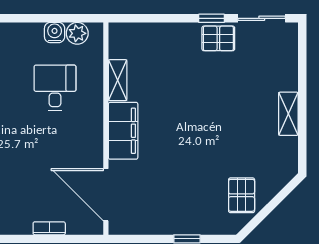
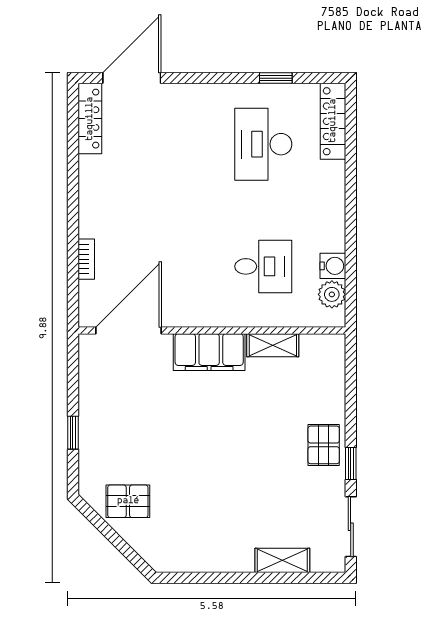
pallet: (218, 38) -> (324, 445), moved
shelving: (288, 114) -> (282, 560), moved

